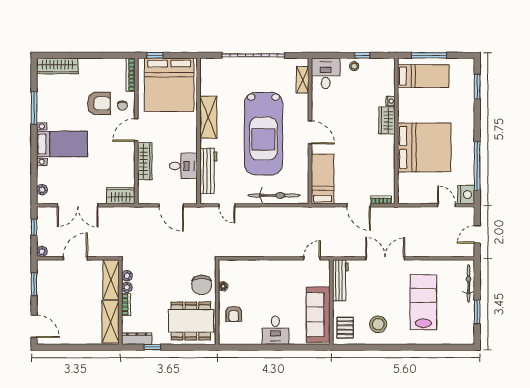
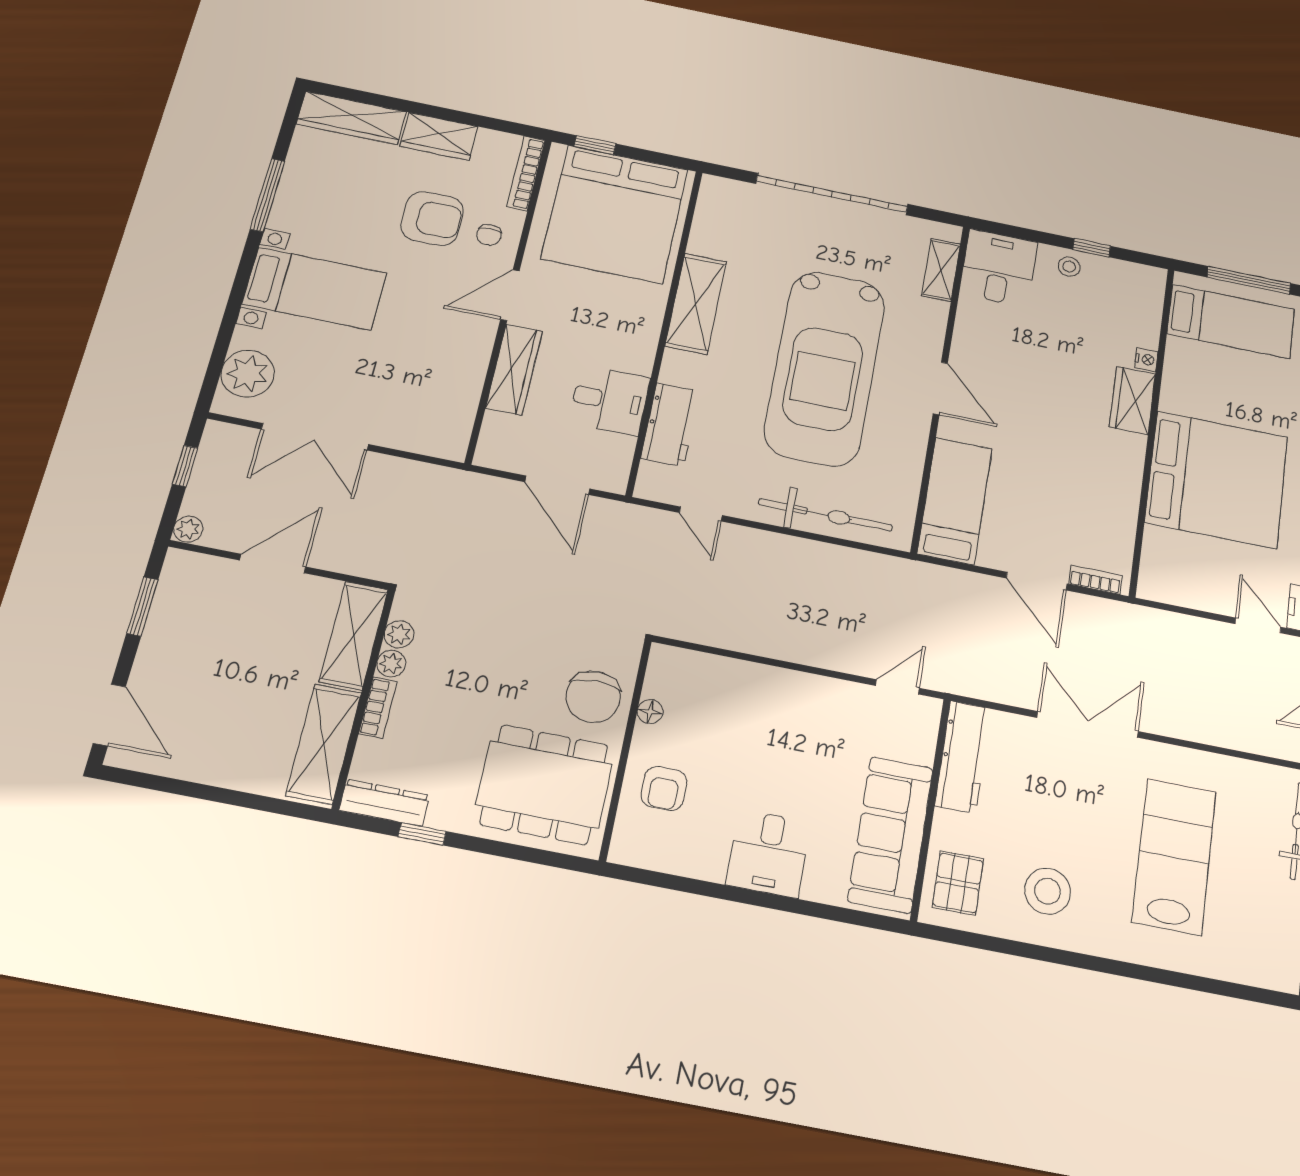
workbench: (208, 171) -> (670, 425), width x0.73
plant: (42, 190) -> (248, 374), width x1.88, depth x1.88
wardrobe: (121, 196) -> (439, 136), moved, turned 180

